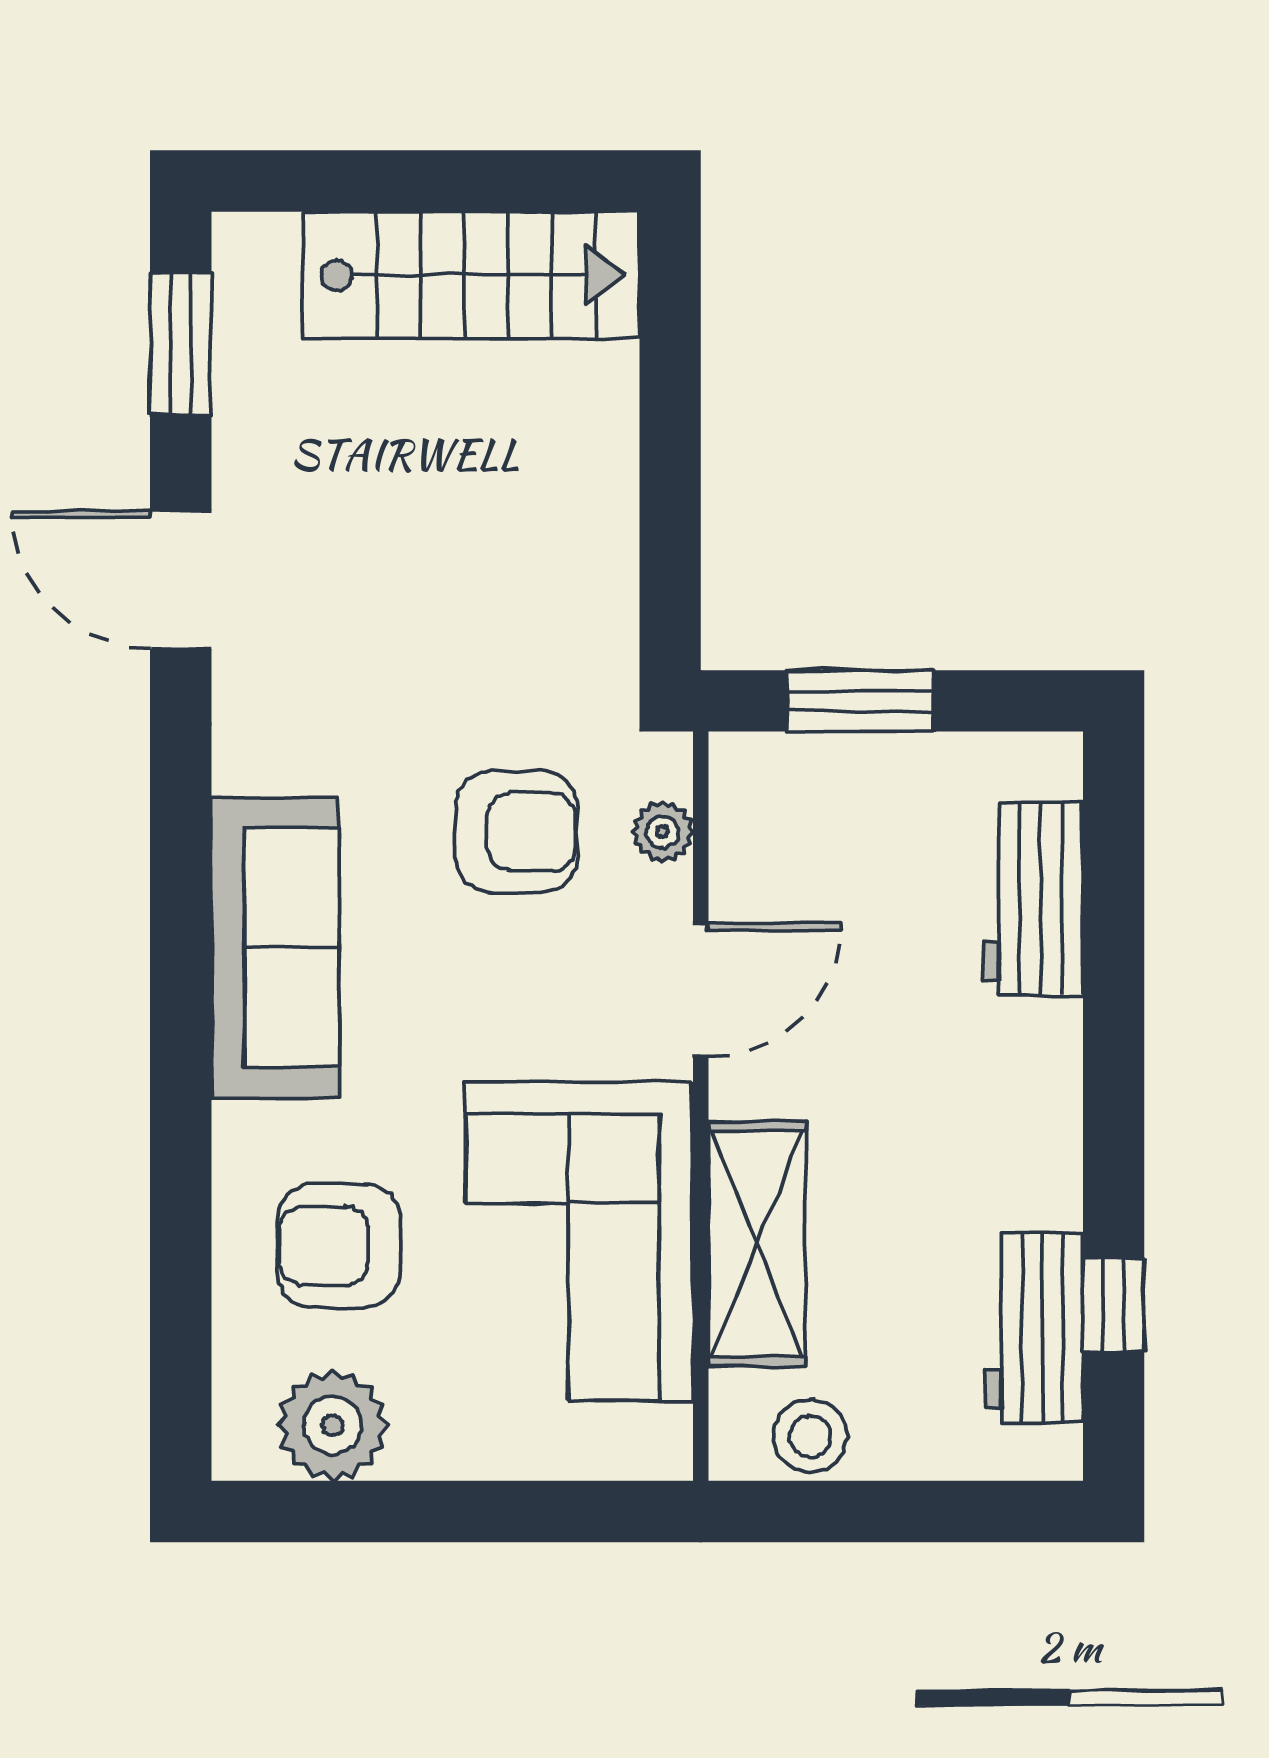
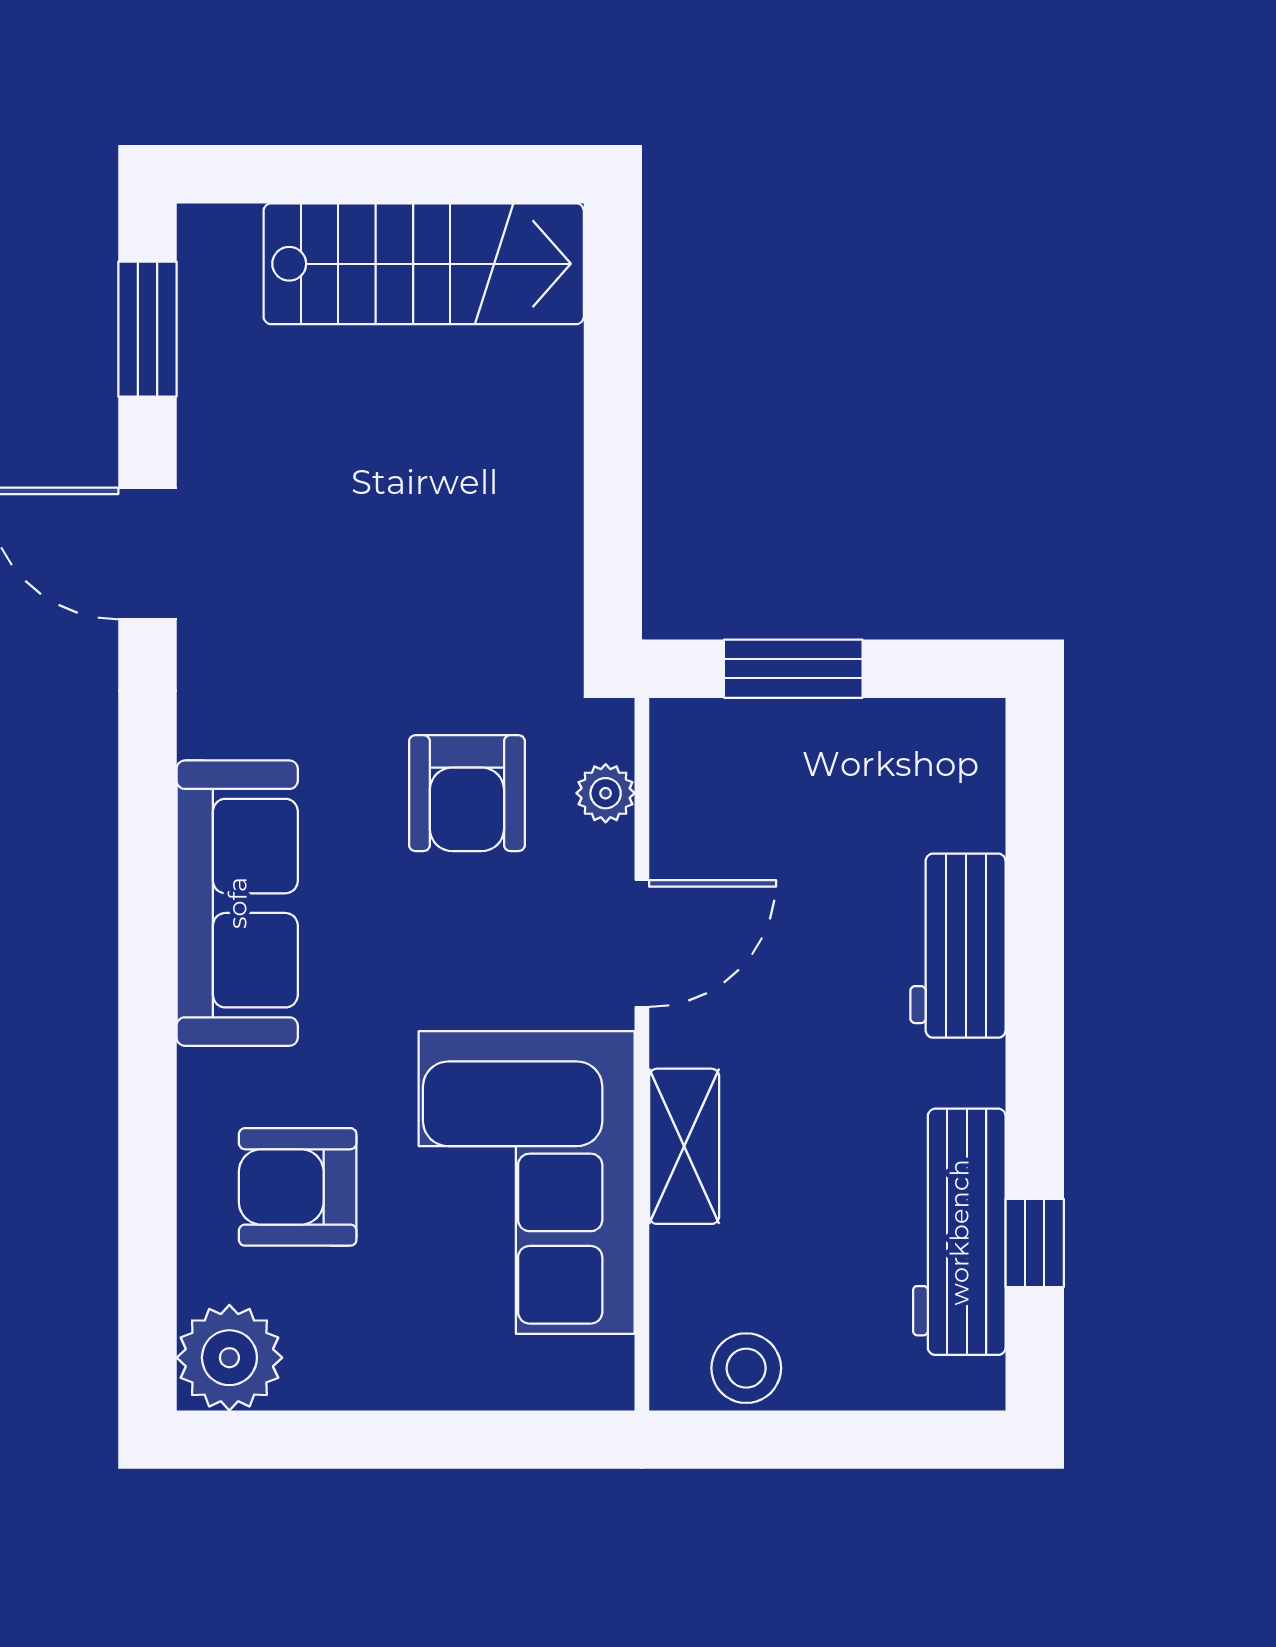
armchair: (517, 832) -> (467, 793), turned 90
workbench: (1033, 899) -> (958, 946), moved
shelving: (757, 1244) -> (684, 1146), width x0.67, depth x0.75
workbench: (1034, 1328) -> (959, 1232), width x1.38
plant: (333, 1425) -> (229, 1358), moved

